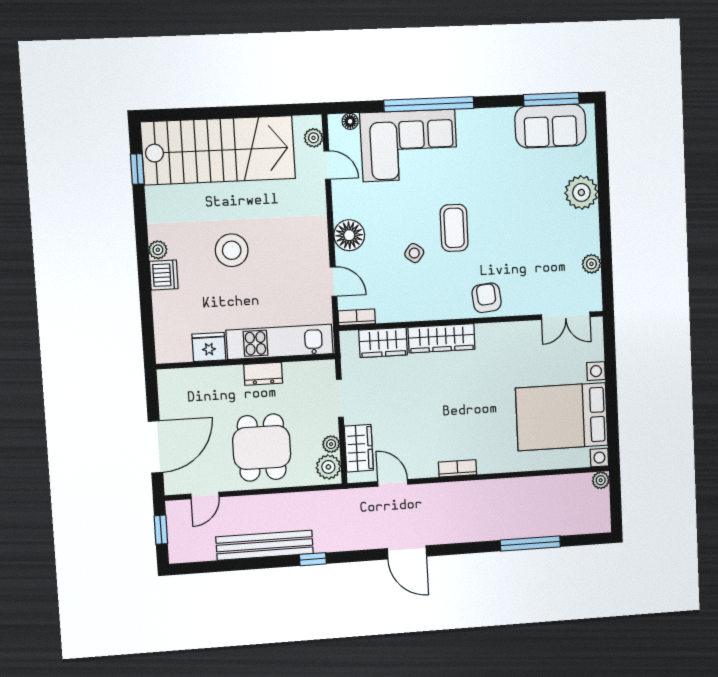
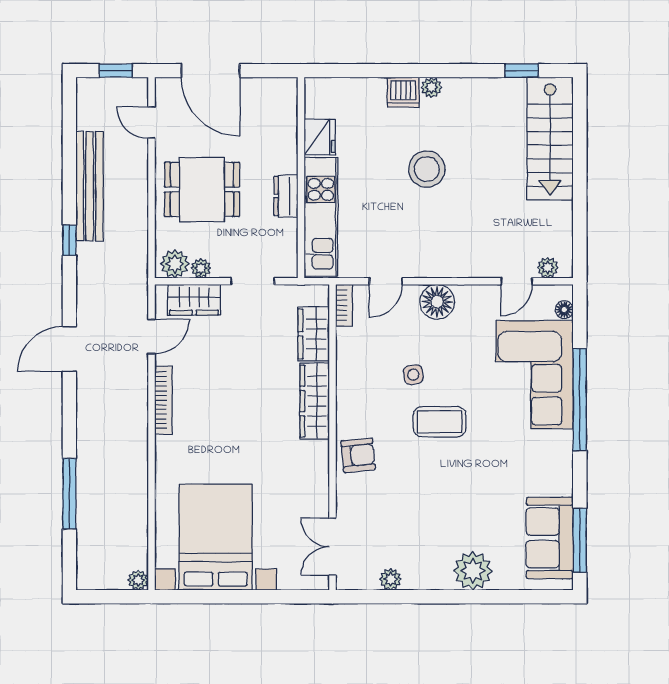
stairs: (218, 150) -> (550, 139), width x0.73, depth x0.66
side table: (414, 253) -> (413, 375), turned 45
bookcase: (457, 468) -> (163, 400), width x1.56

